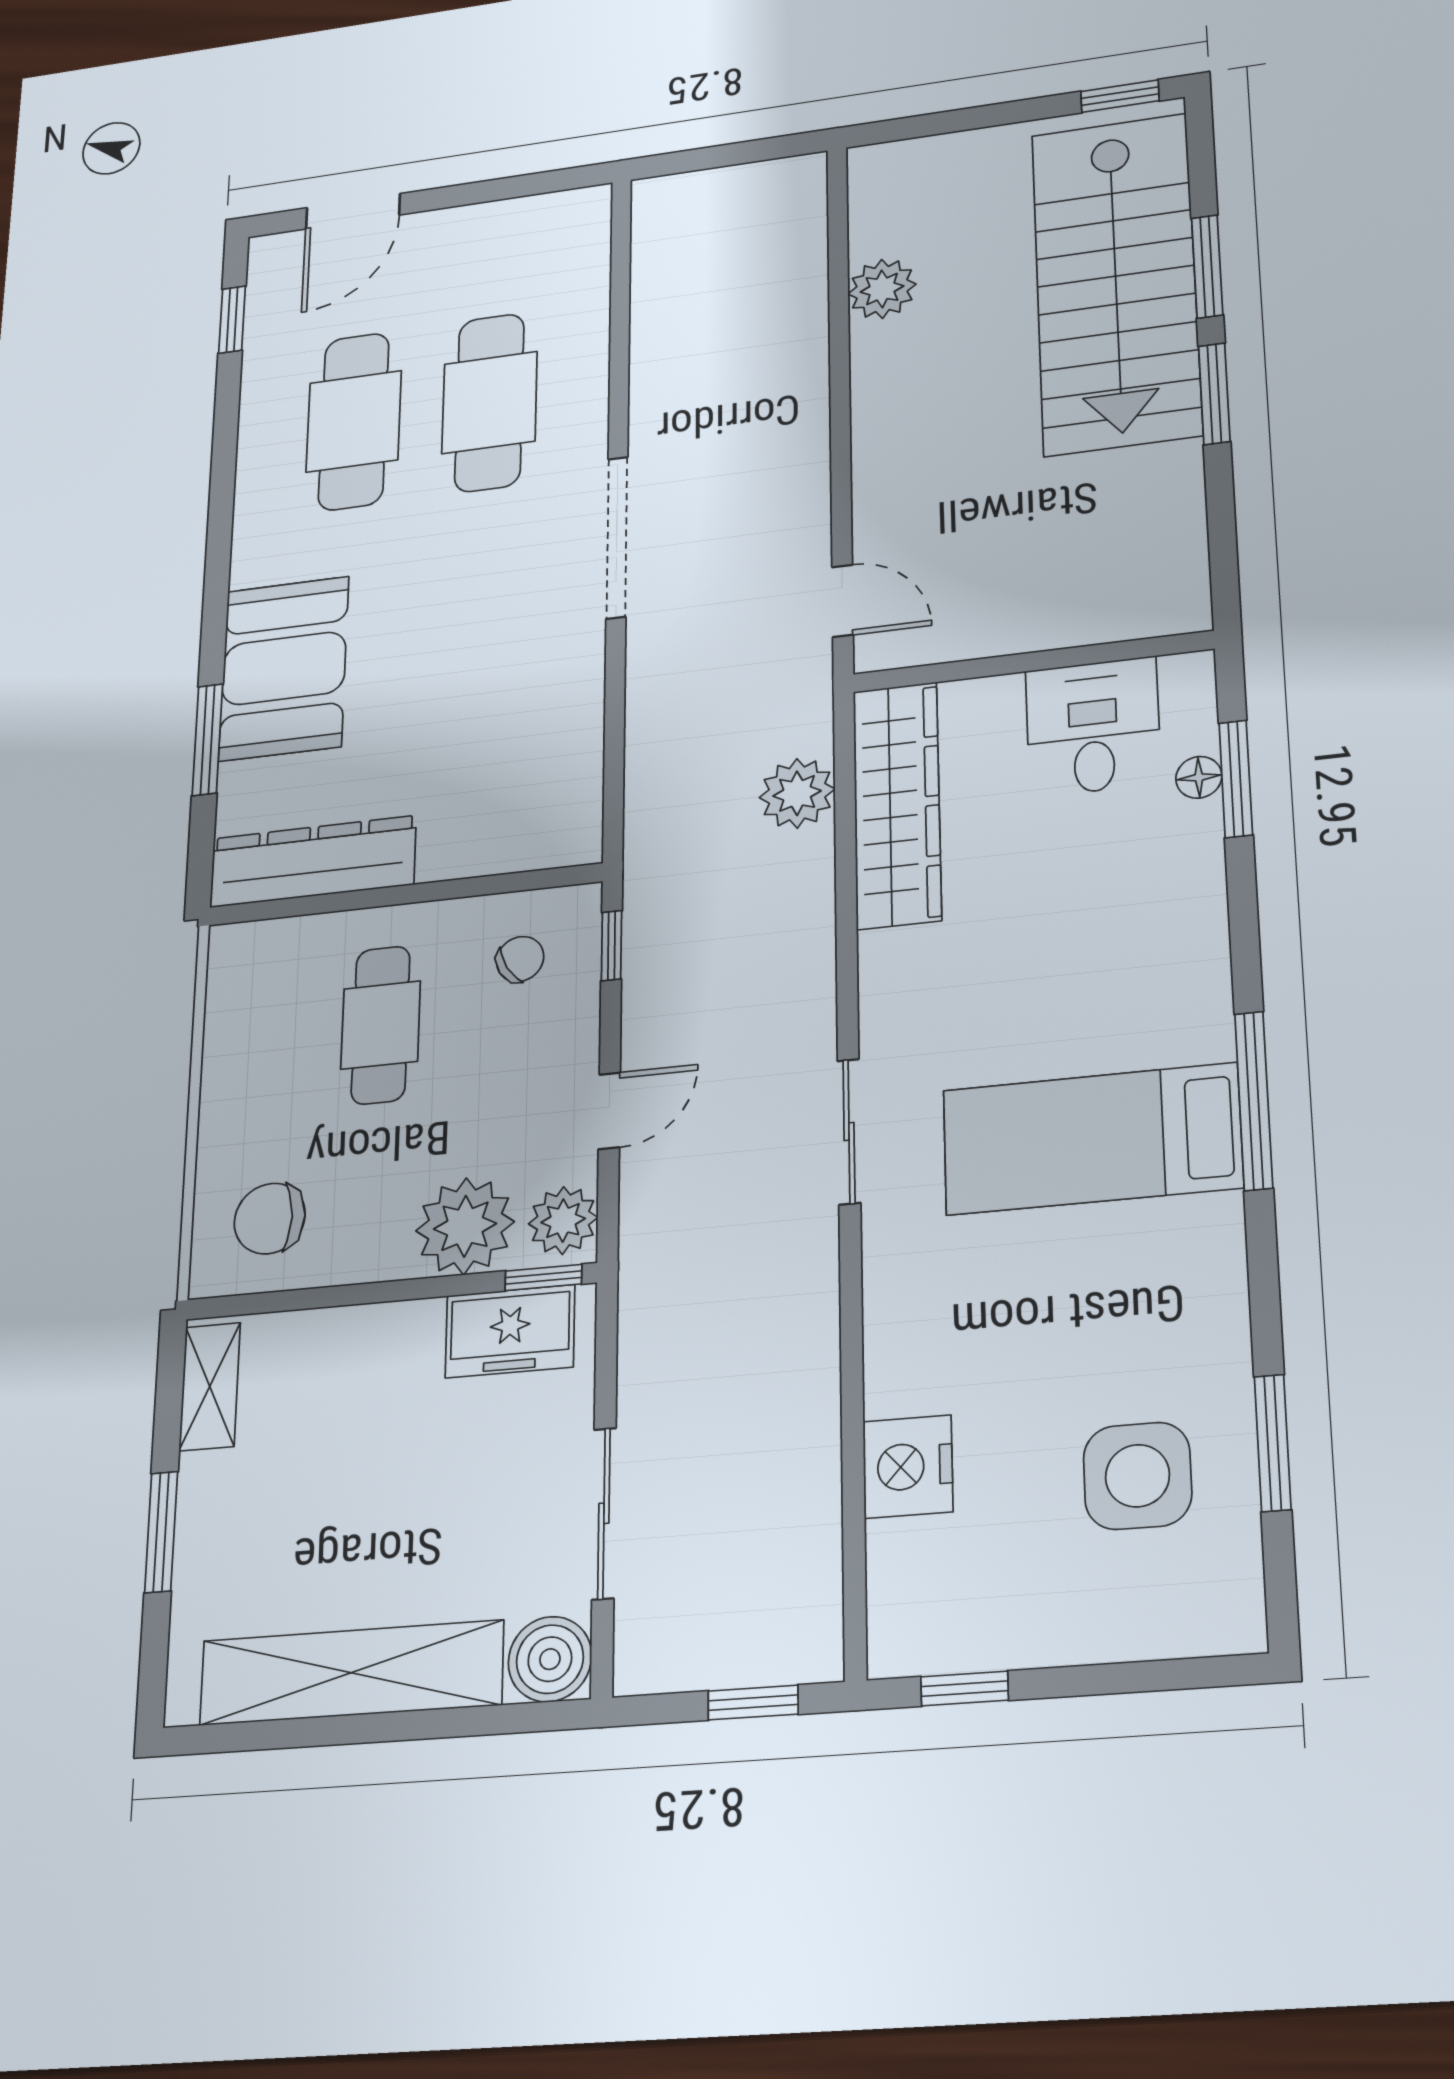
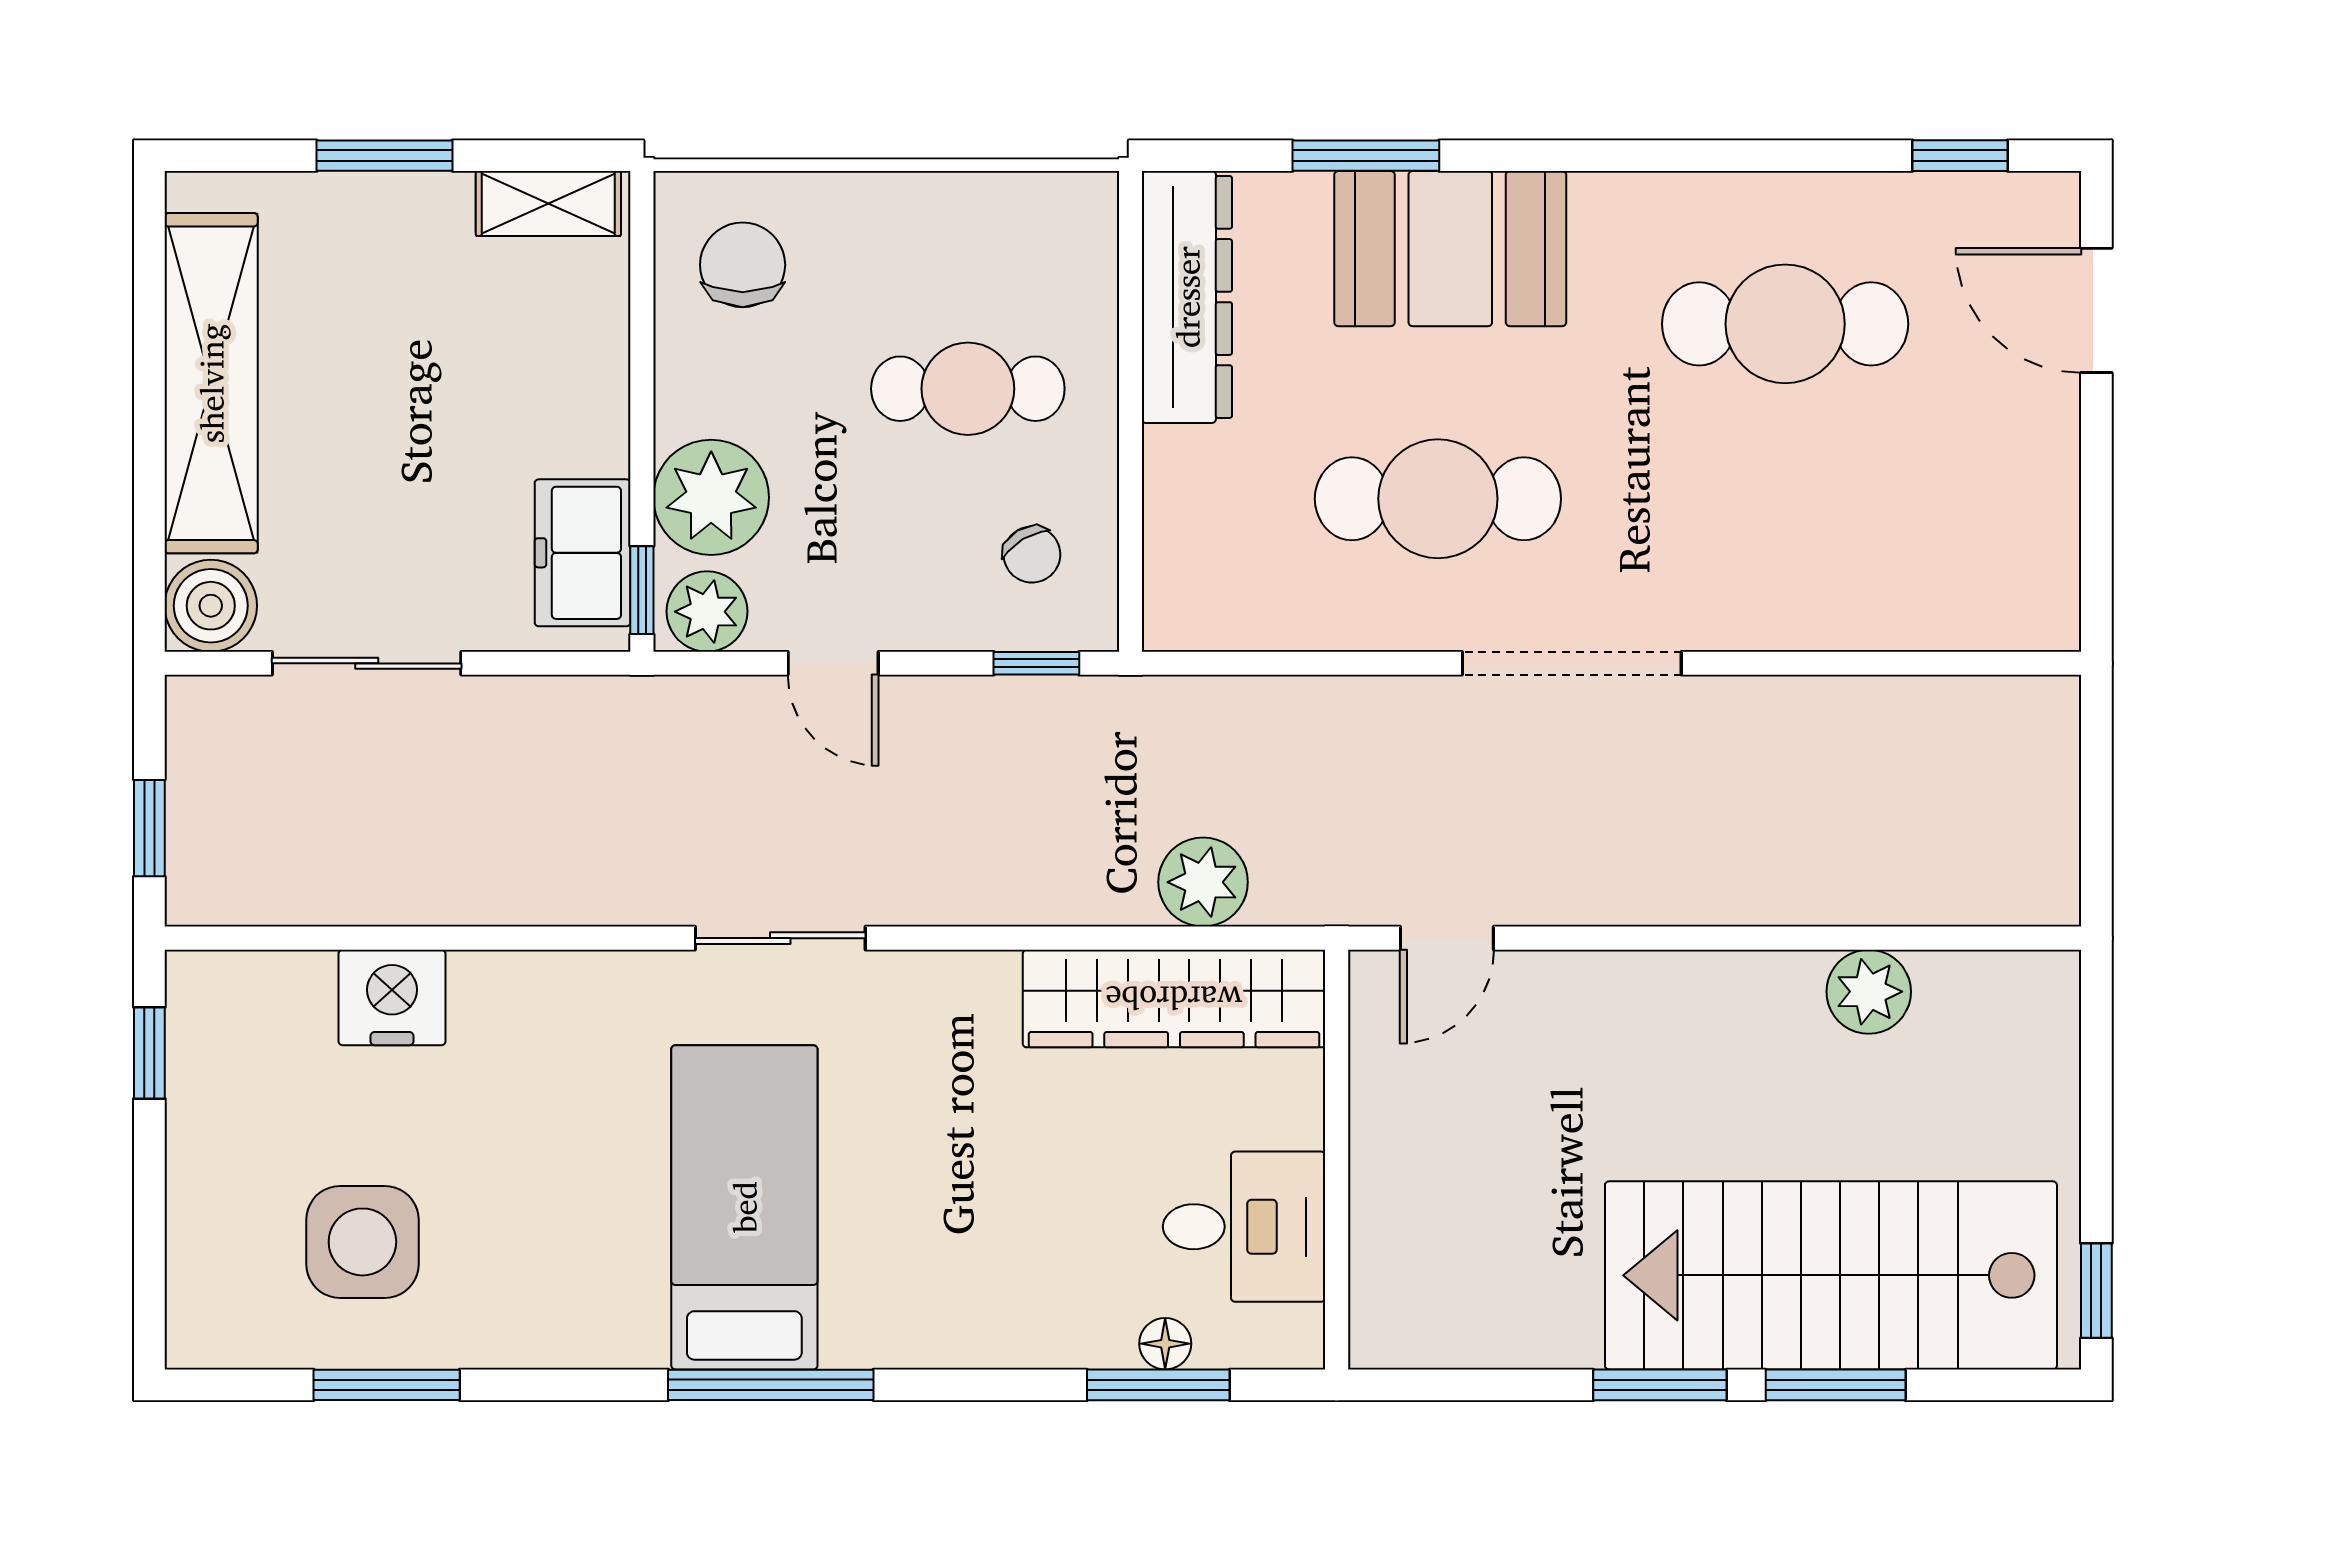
cafe table: (489, 402) -> (1438, 499), moved

